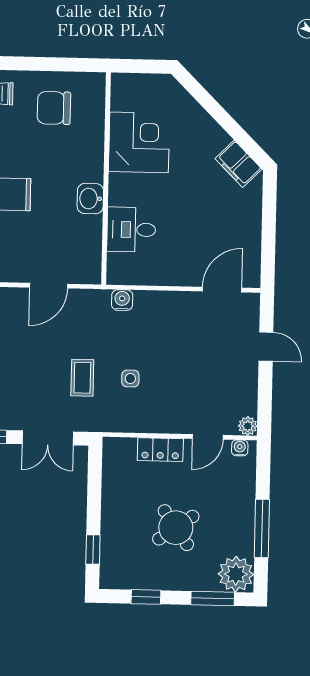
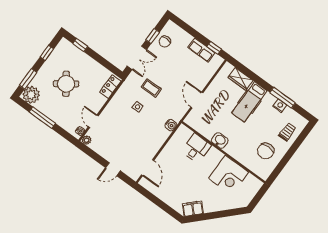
chair: (54, 108) -> (266, 151), turned 180
double door: (48, 438) -> (137, 58), swing flipped
locker: (160, 450) -> (110, 87), moved

